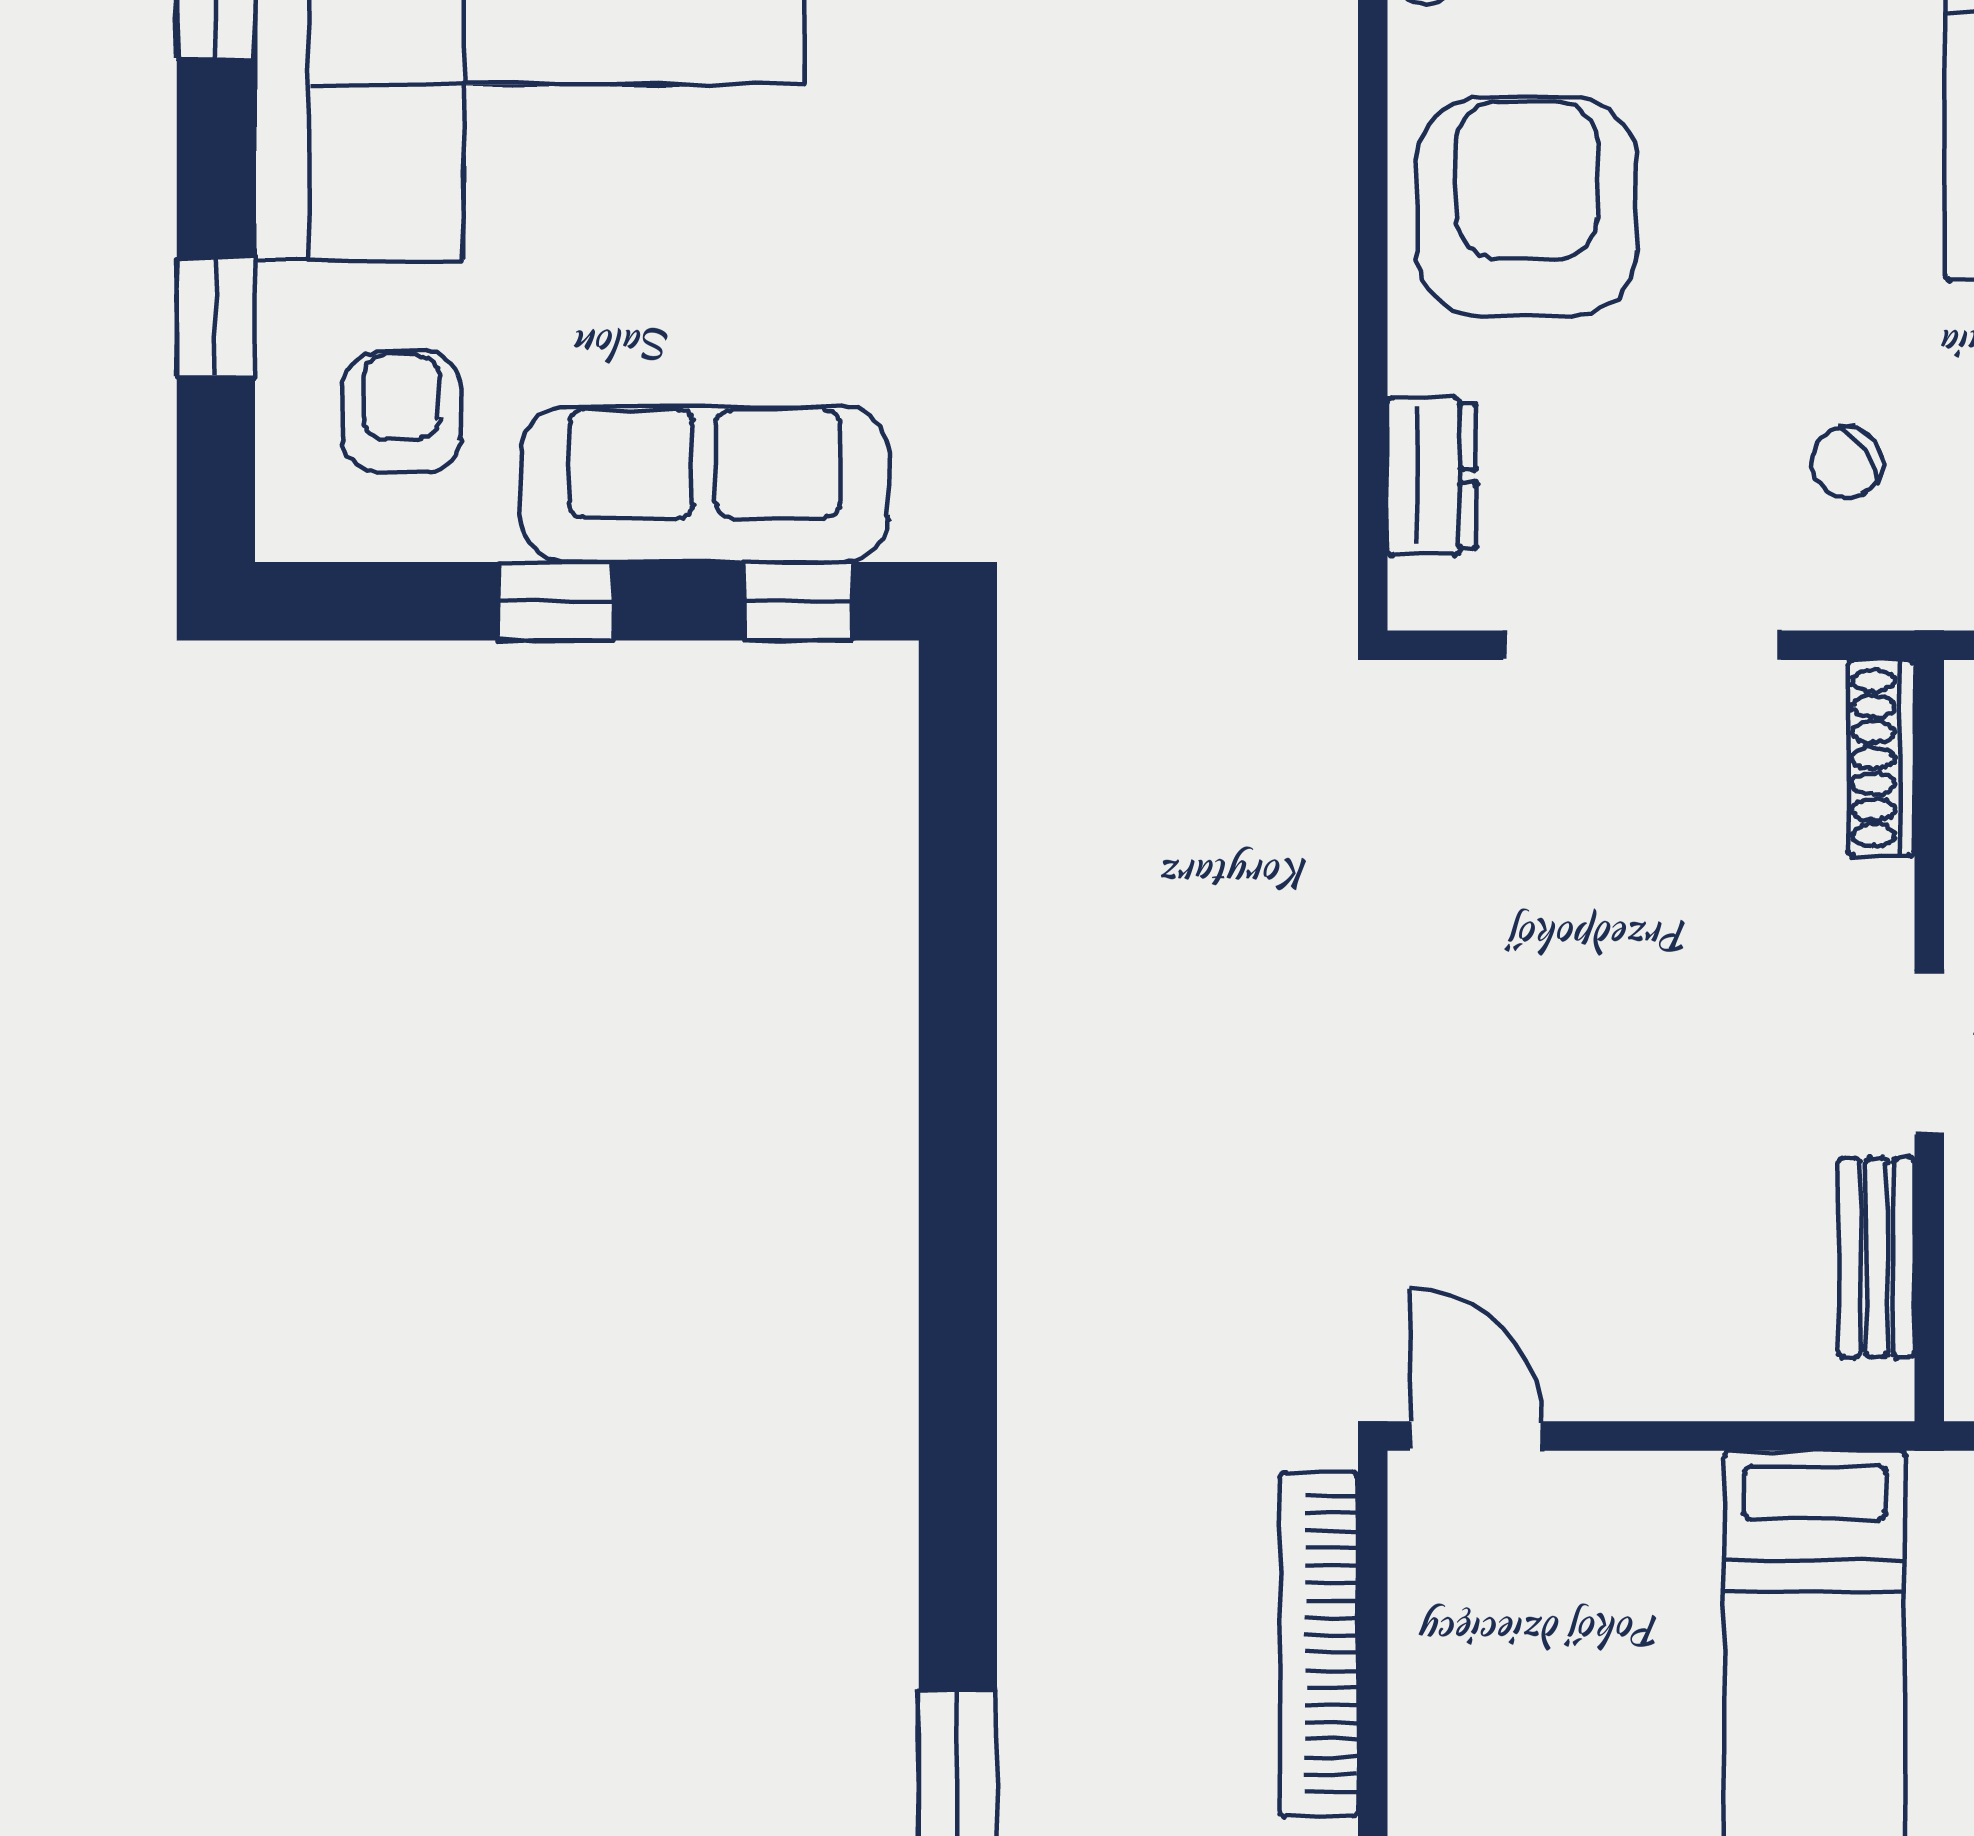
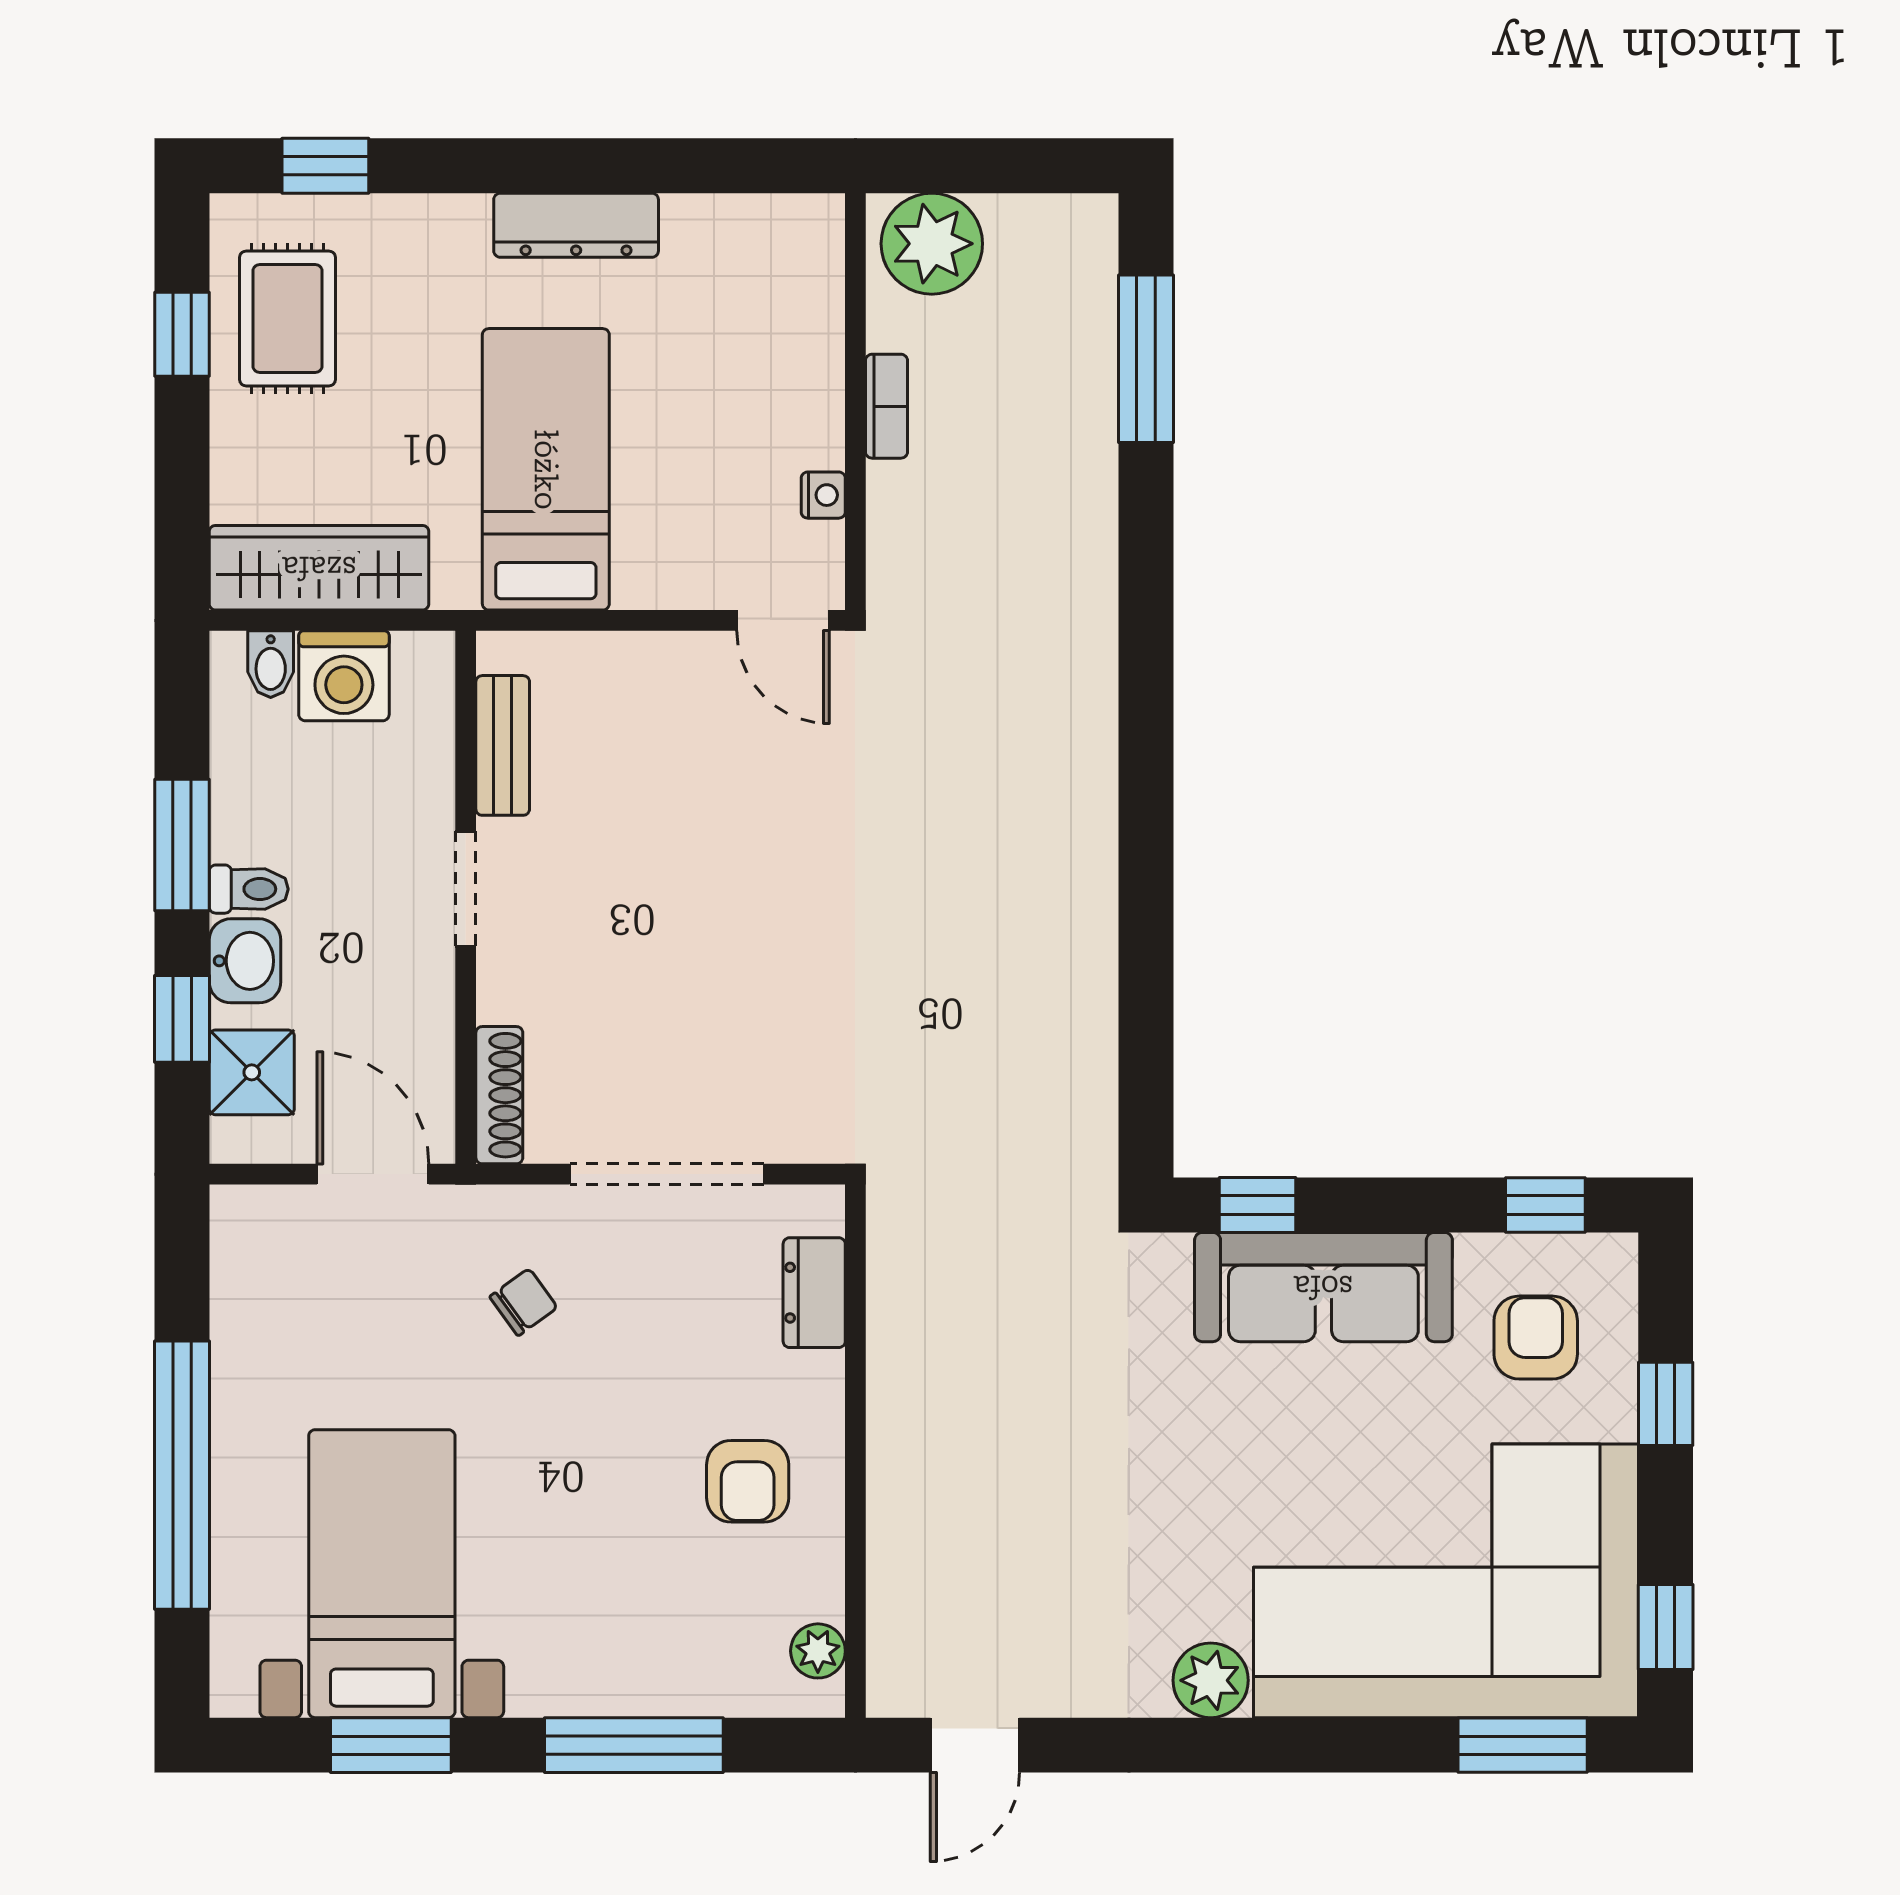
armchair: (1527, 207) -> (748, 1481), width x0.53, depth x0.53
armchair: (401, 412) -> (1536, 1338), turned 180
window: (555, 601) -> (1545, 1205), moved
nightstand: (1419, 1615) -> (823, 495), added
bookcase: (1319, 1644) -> (887, 406), width x0.43, depth x0.76

